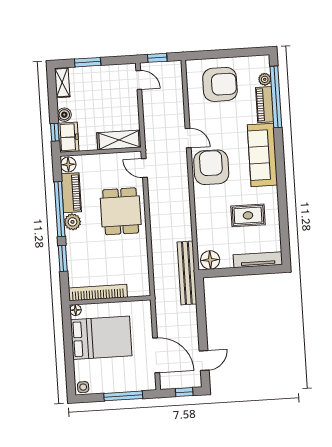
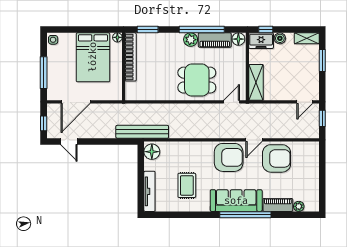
armchair: (220, 84) -> (277, 158), moved, turned -90
window: (276, 97) -> (245, 215), moved
window: (63, 258) -> (148, 30), moved

